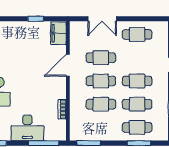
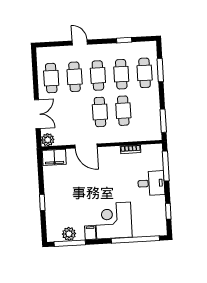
window: (36, 19) -> (42, 202), moved
plant: (76, 28) -> (48, 140), added
cafe table: (101, 58) -> (75, 77), moved
desk: (27, 128) -> (151, 183), width x0.73

